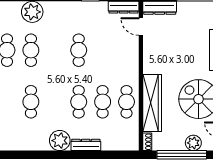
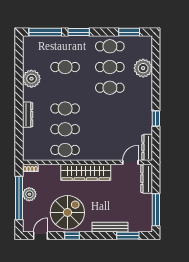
cafe table: (79, 50) -> (110, 88), moved
wardrobe: (152, 103) -> (86, 172), moved
plant: (60, 141) -> (31, 79), moved
plant: (193, 143) -> (29, 194), moved

